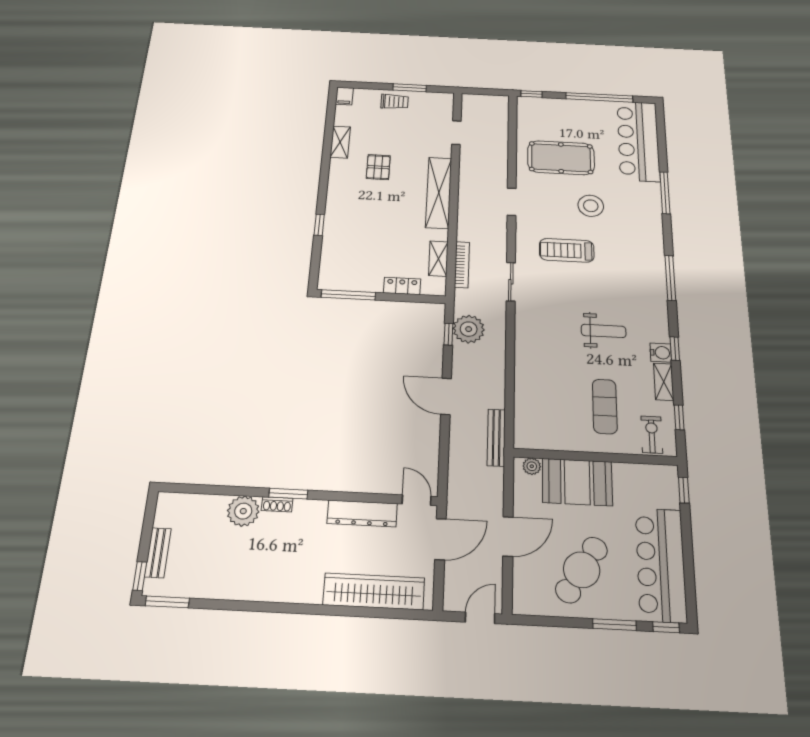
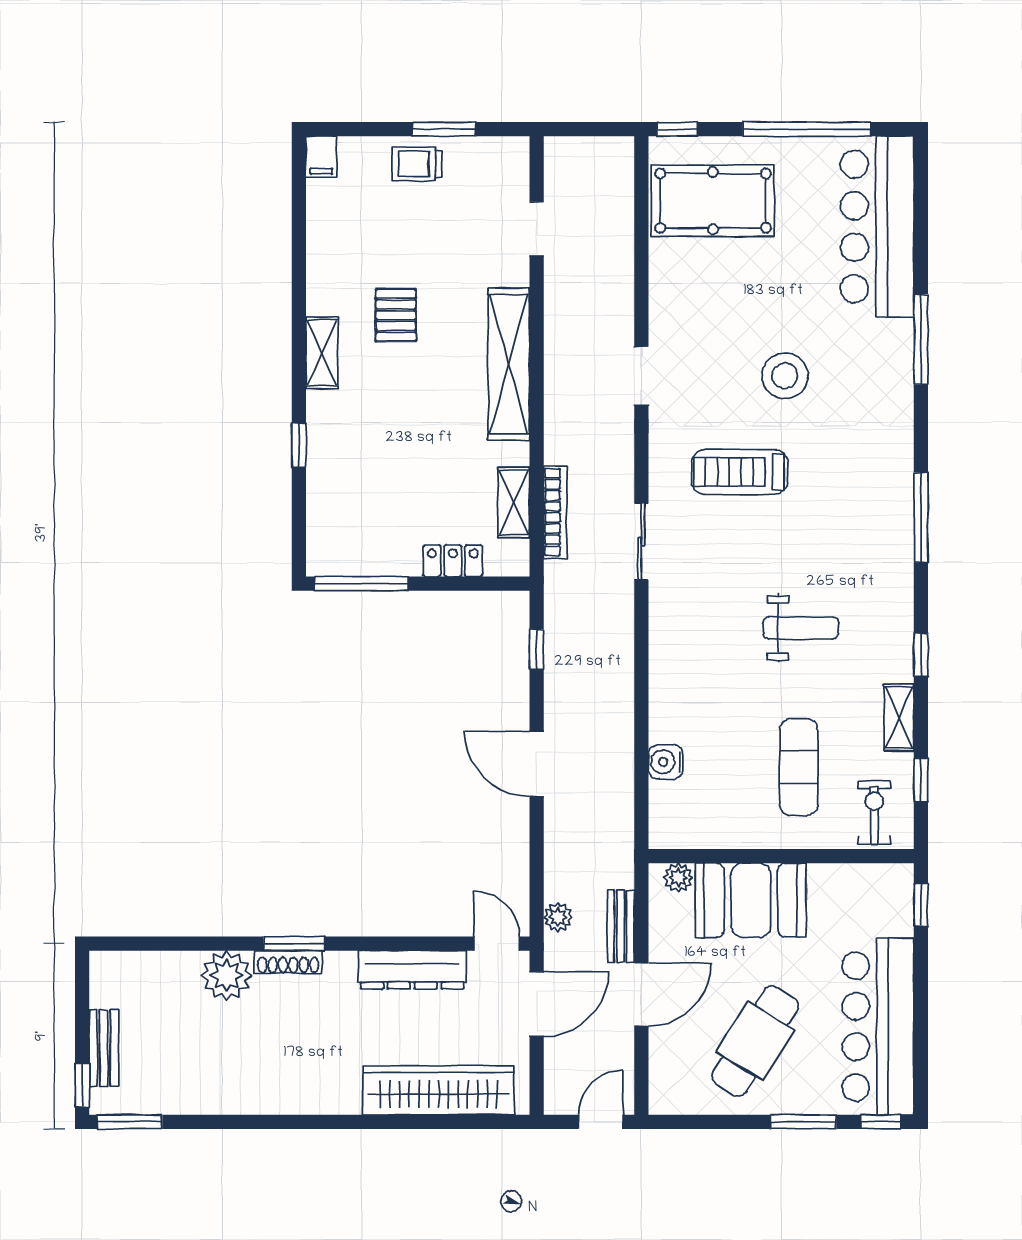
trolley: (395, 102) -> (417, 164), turned 180
shelving: (340, 142) -> (322, 353), moved
pool table: (561, 158) -> (713, 201), moved
plant: (469, 329) -> (558, 917), moved, width x0.53, depth x0.53
water cooler: (661, 353) -> (666, 762), moved, turned 180
bench: (496, 438) -> (621, 926), moved, width x0.73
shoe rack: (277, 504) -> (288, 962), width x1.43

